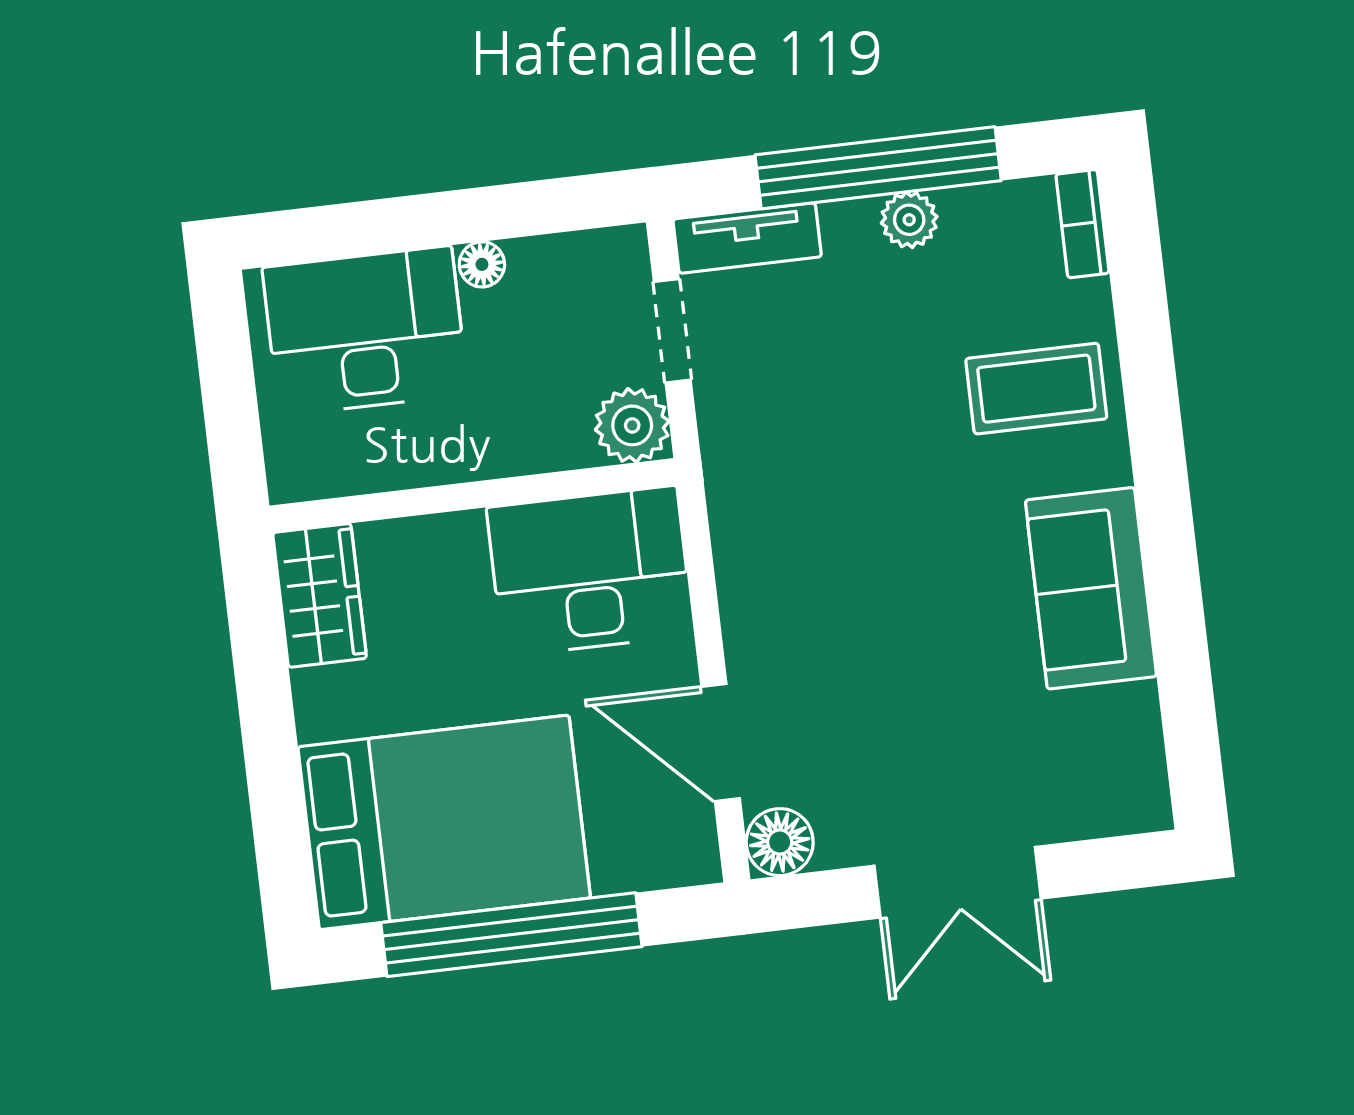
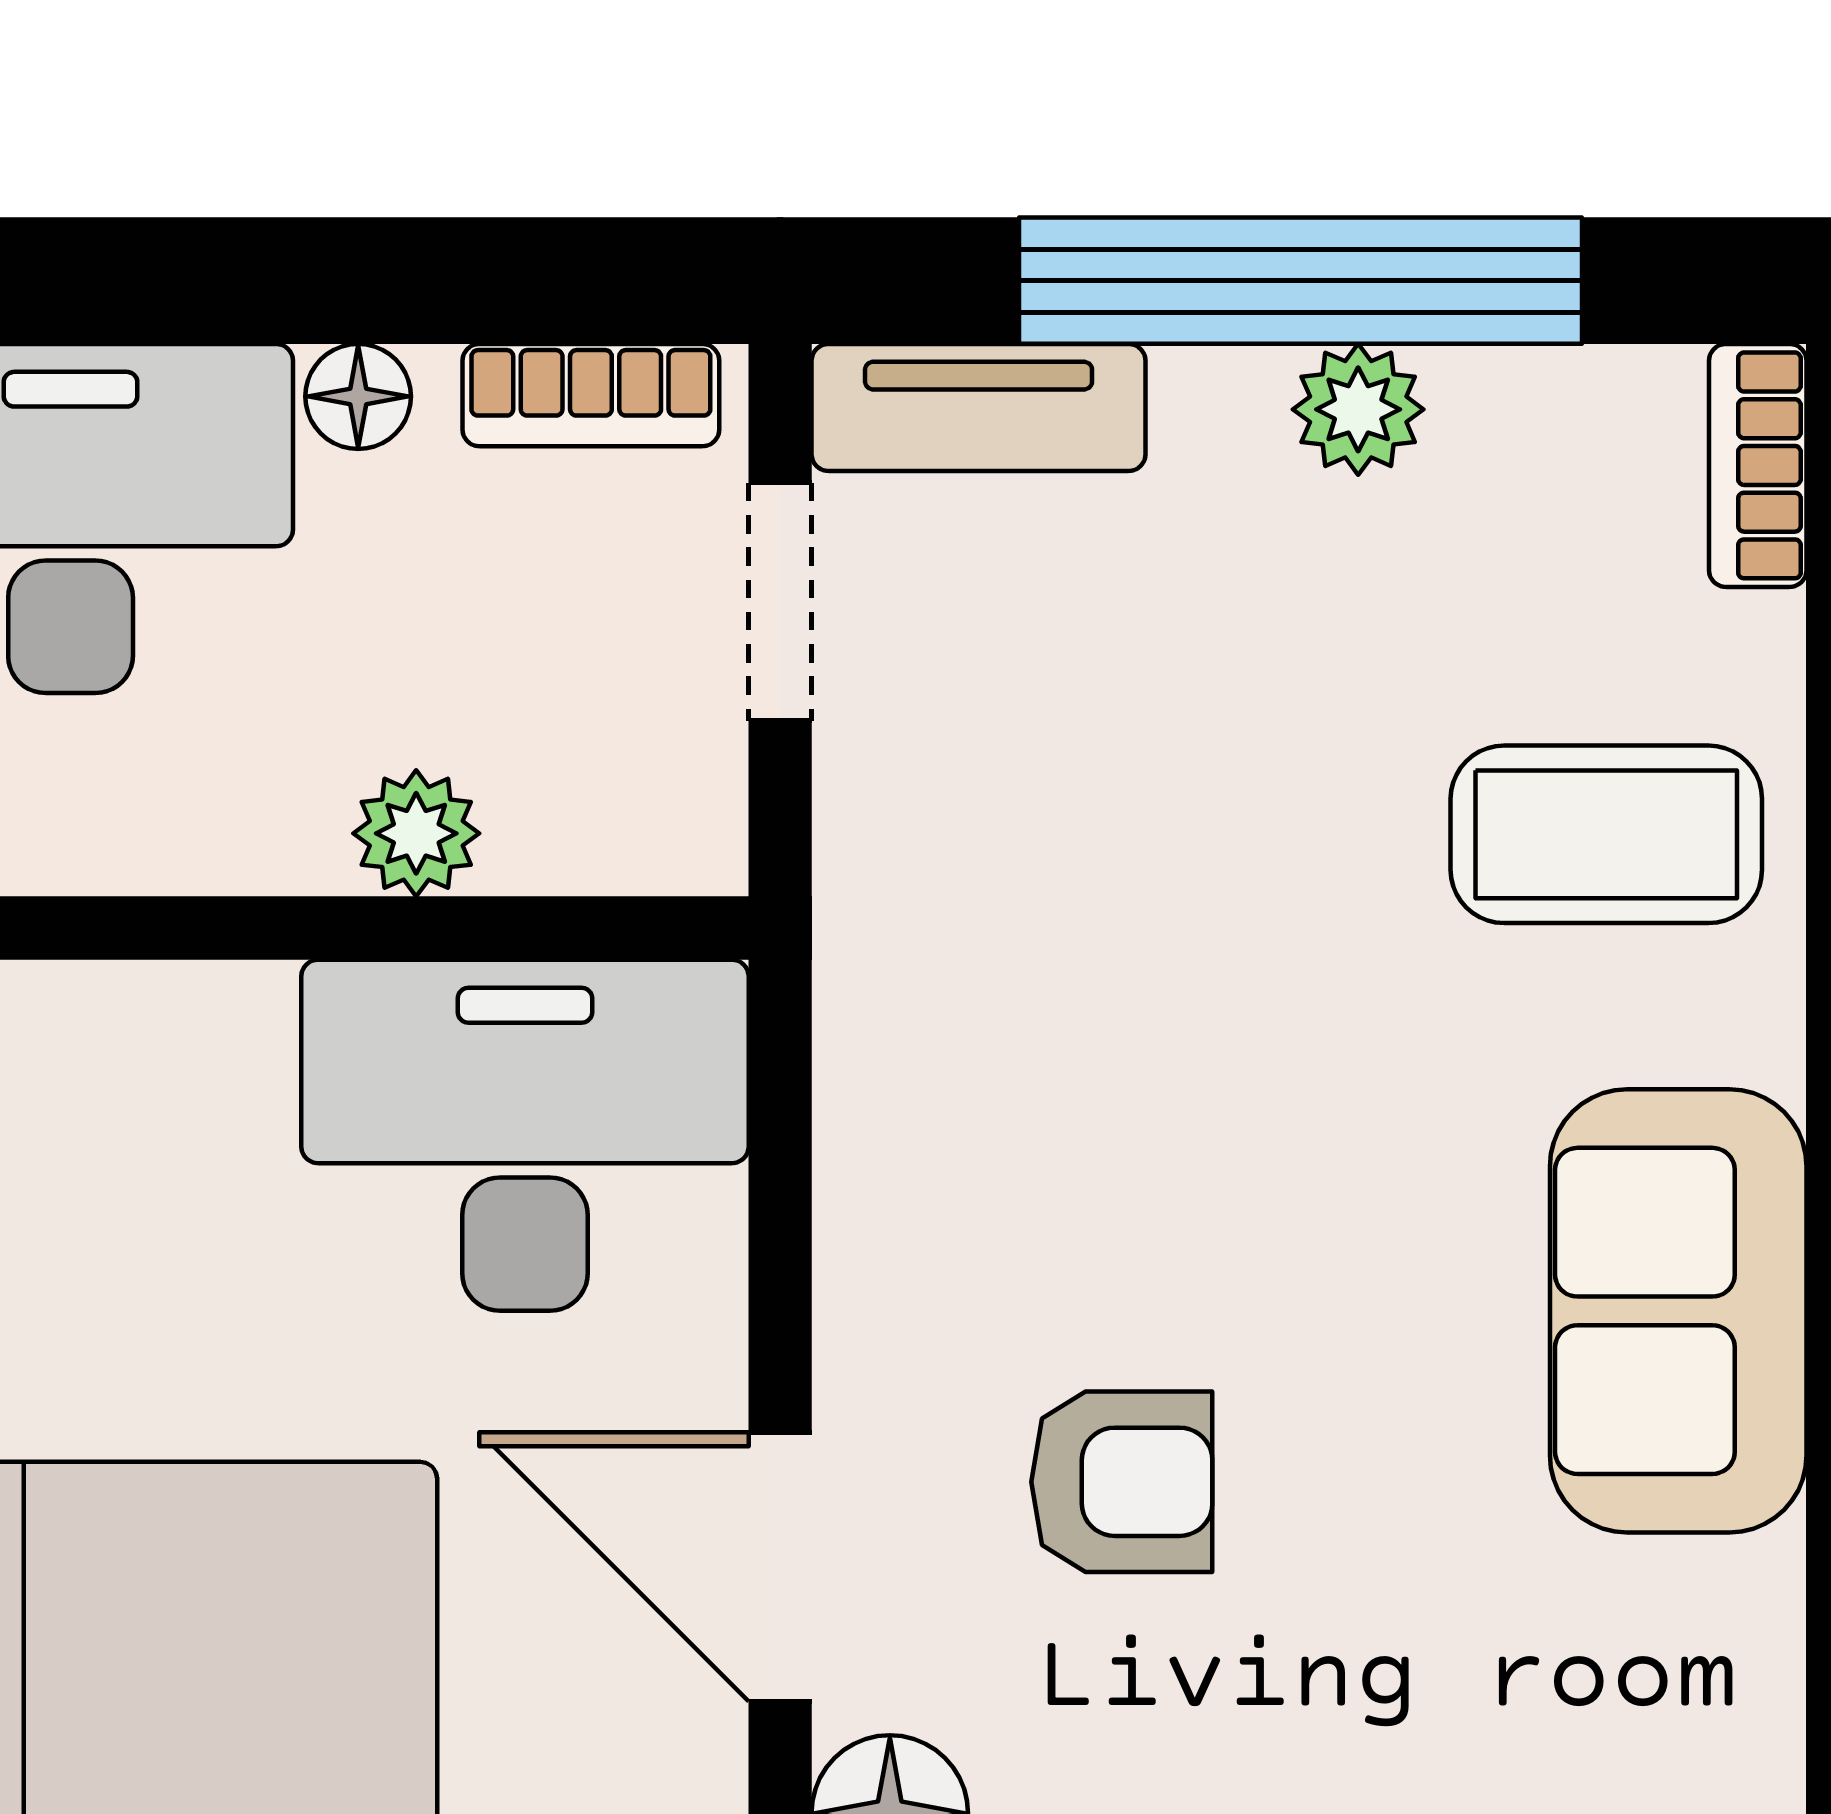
bookcase: (581, 252) -> (591, 395), added
plant: (632, 425) -> (416, 833), moved, width x0.73, depth x0.73
armchair: (862, 689) -> (1122, 1482), added

